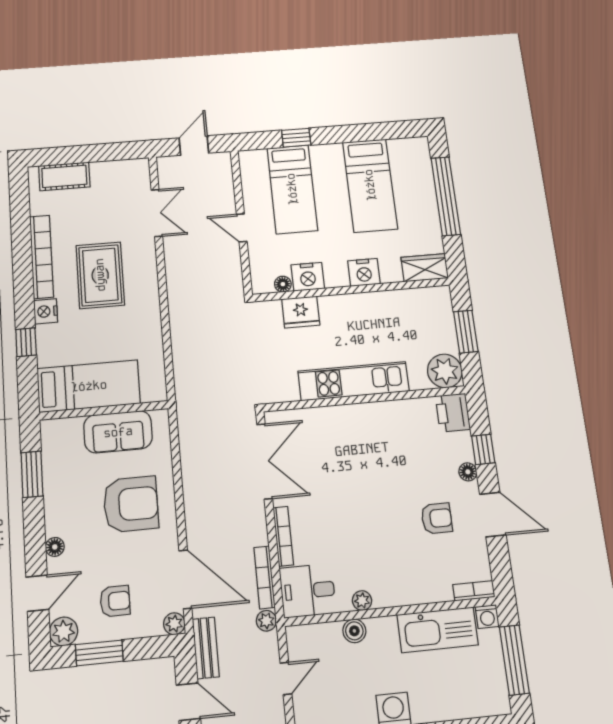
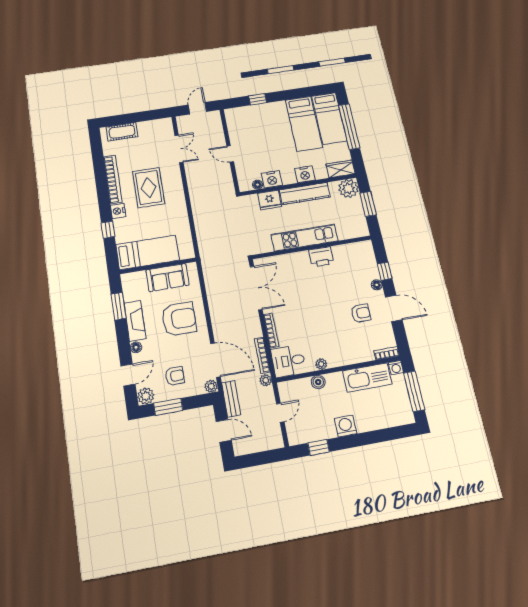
bed: (292, 189) -> (329, 118), moved
kitchen counter: (361, 305) -> (305, 193), added
plant: (445, 371) -> (348, 188), moved
printer: (453, 413) -> (321, 257), moved, turned -90
fireplace: (57, 502) -> (135, 321), added

